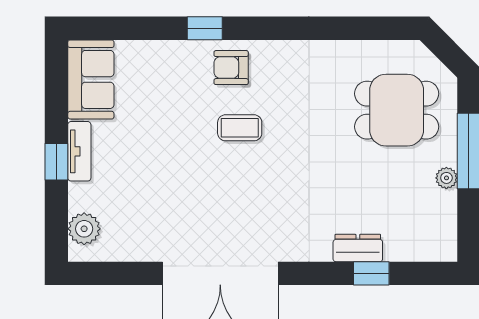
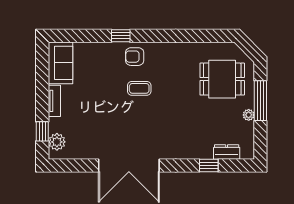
window: (56, 162) -> (42, 131), moved
dresser: (358, 248) -> (227, 152), moved

